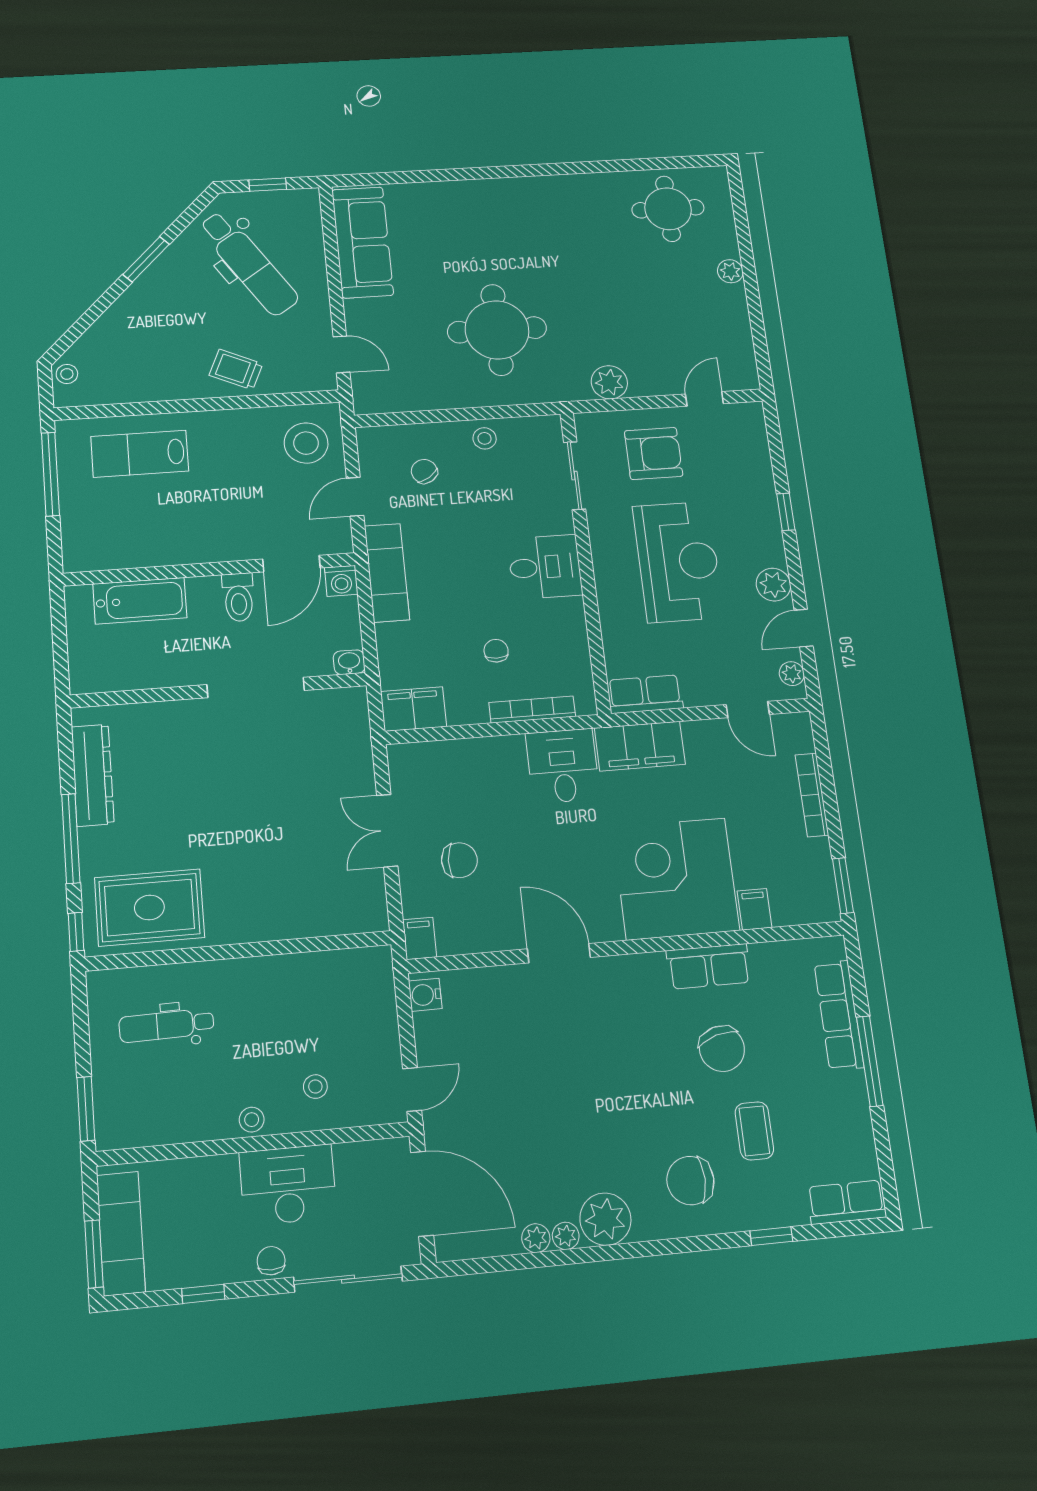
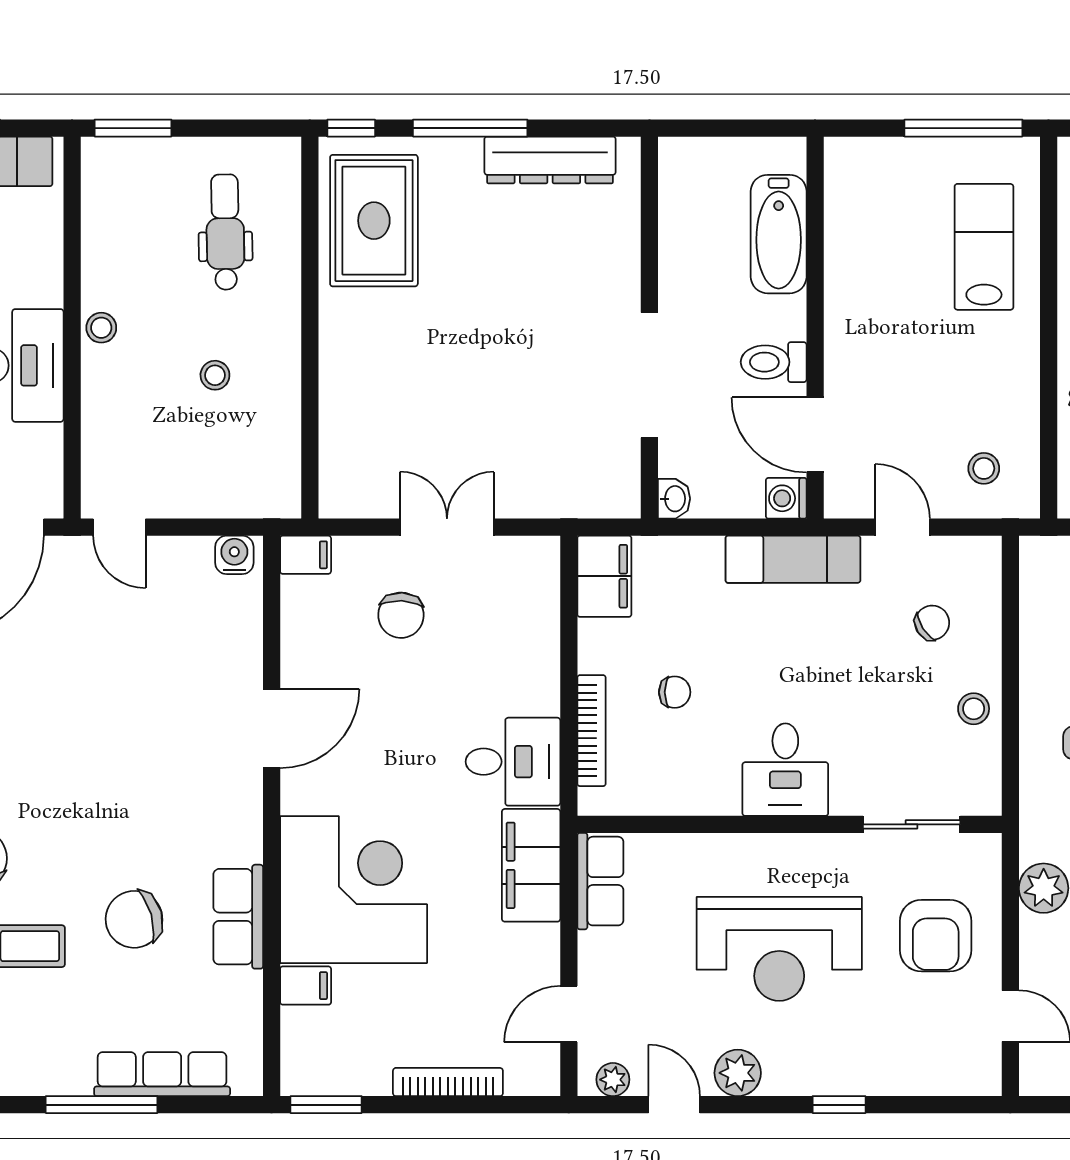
stool: (306, 443) -> (984, 468), width x0.53, depth x0.53
stool: (315, 1087) -> (215, 375), moved

